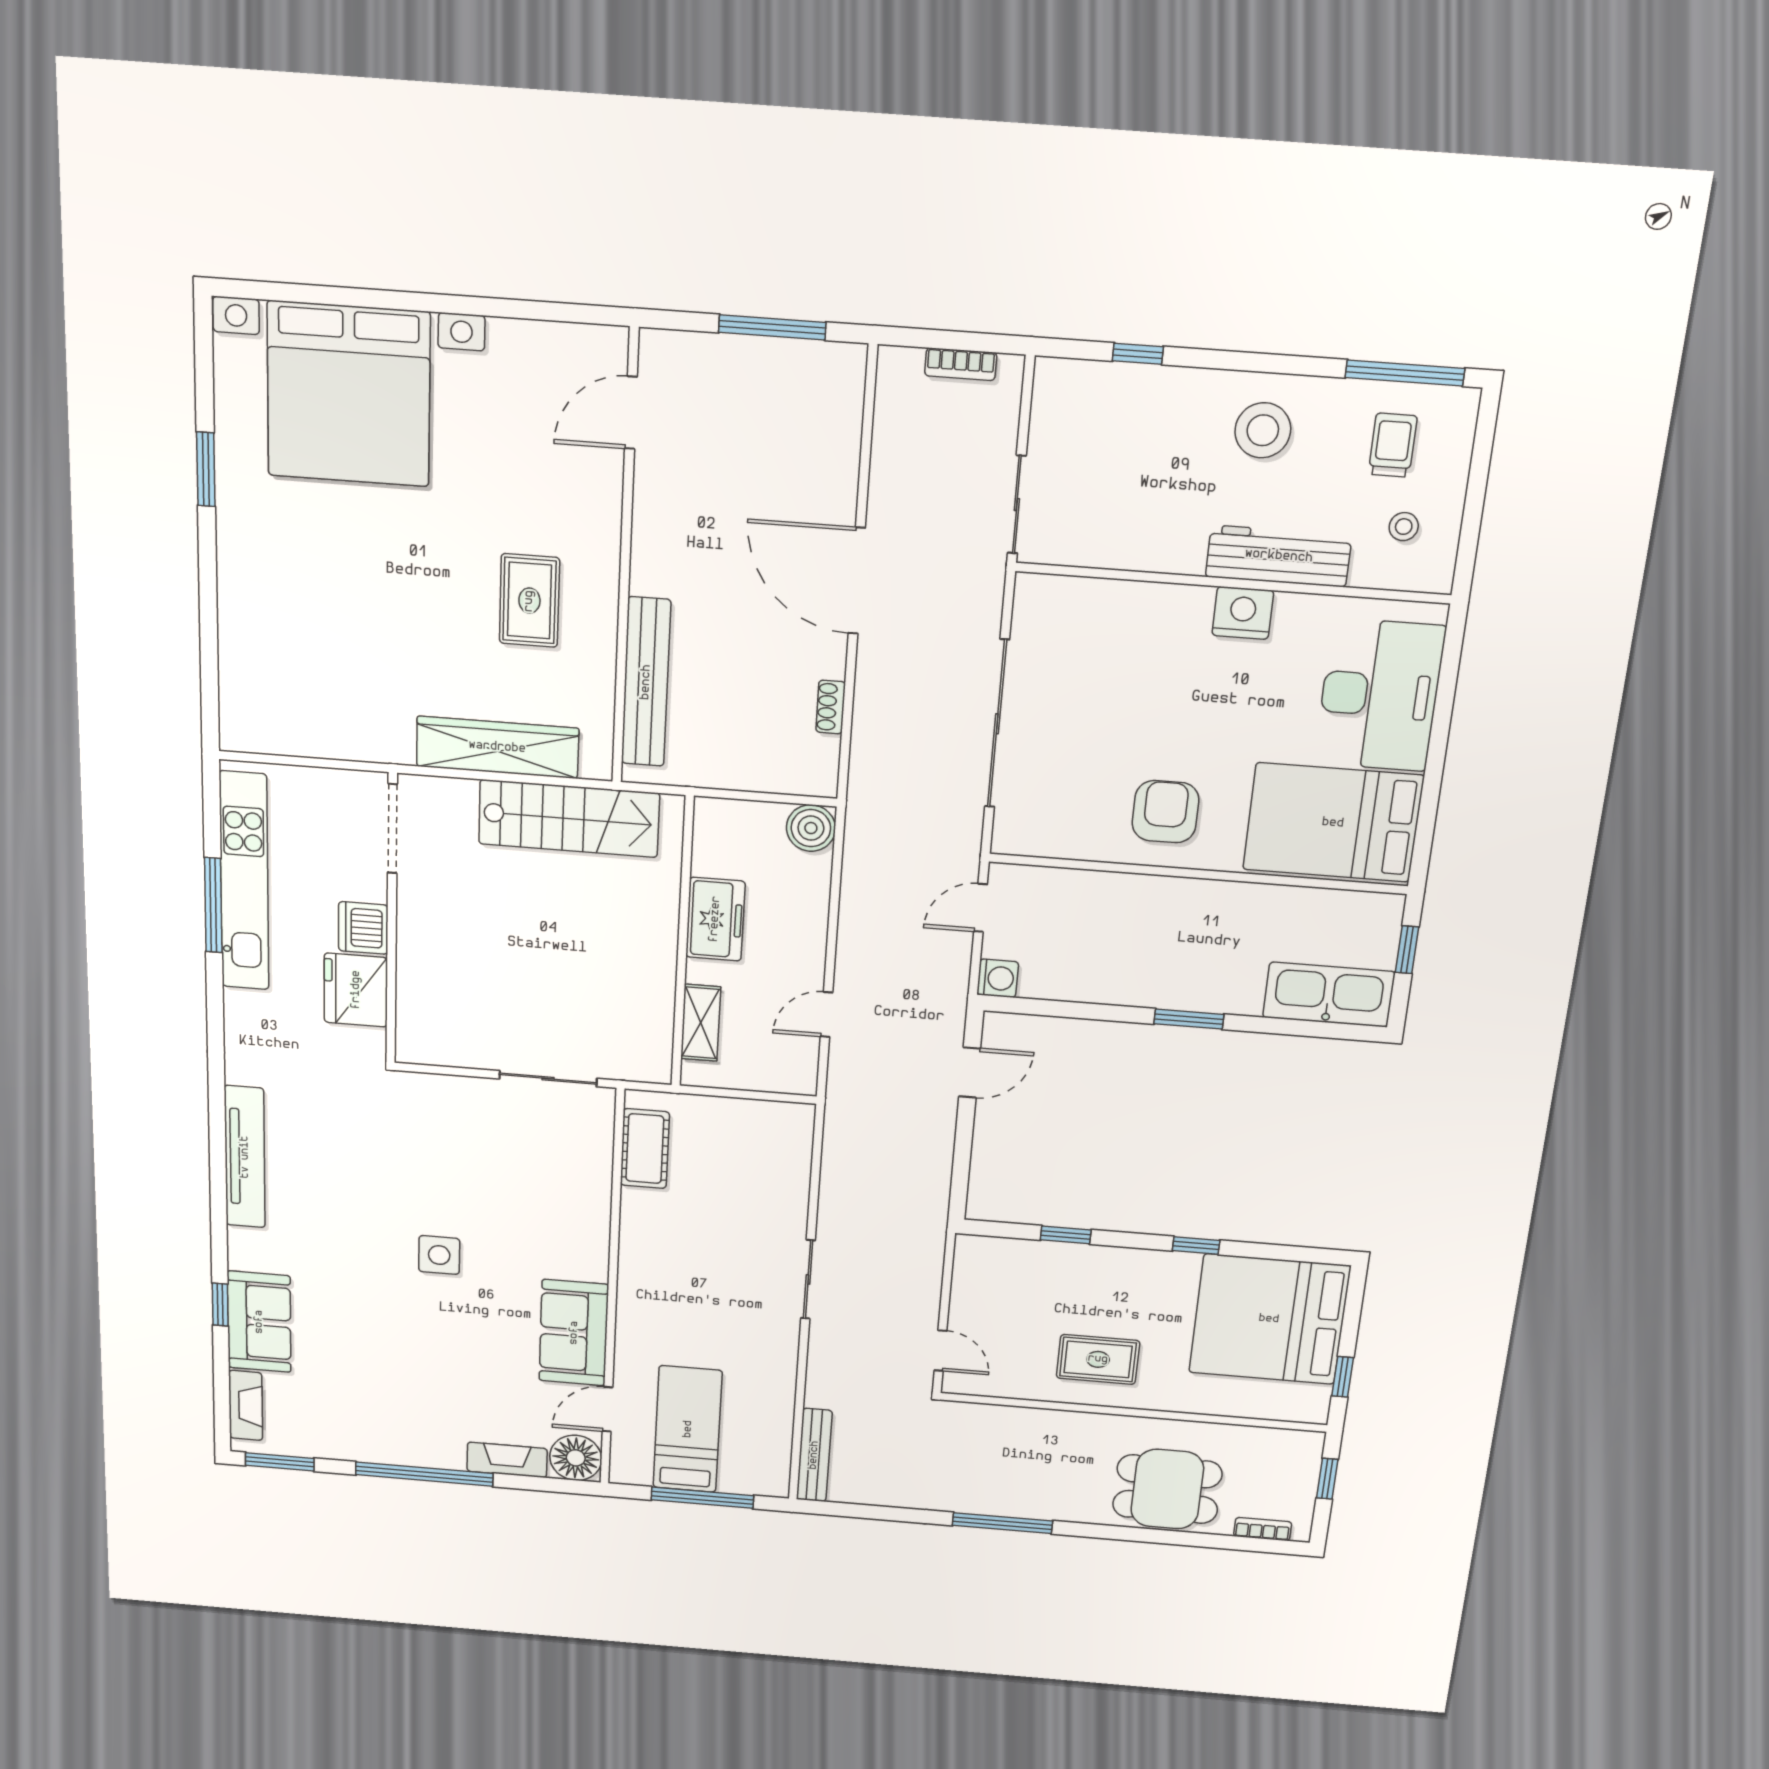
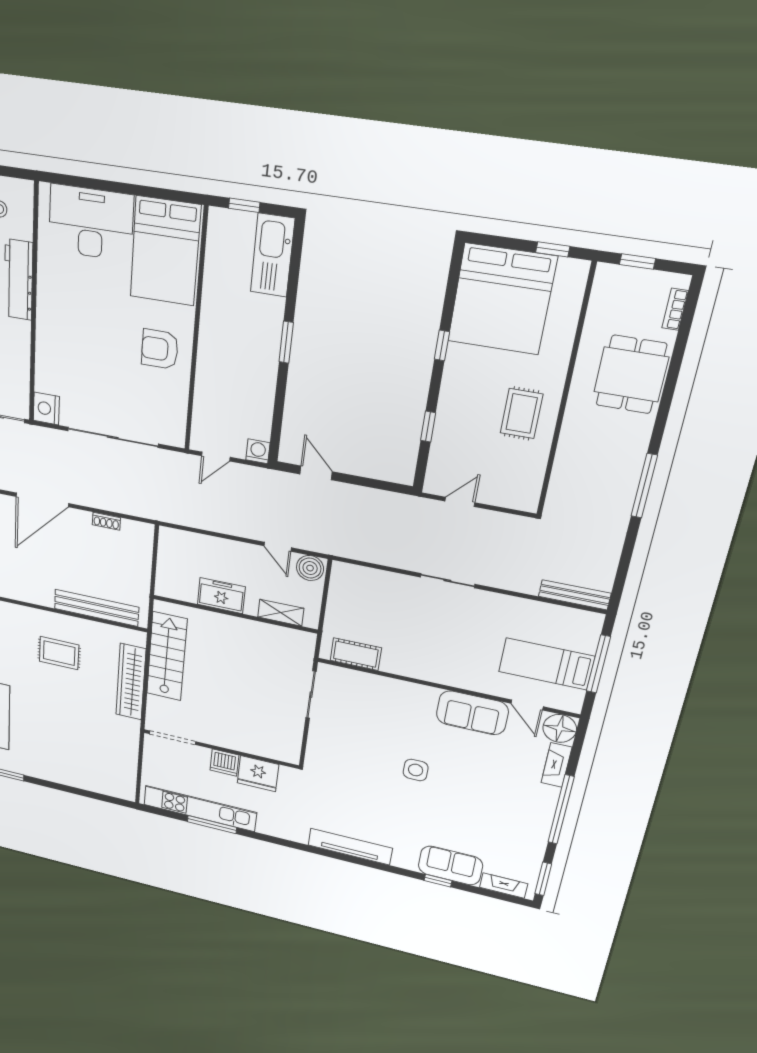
nightstand: (1243, 613) -> (46, 409), moved
boiler: (811, 828) -> (310, 568), moved
door: (980, 908) -> (216, 457), hinge flipped
door: (941, 1351) -> (460, 502), moved

